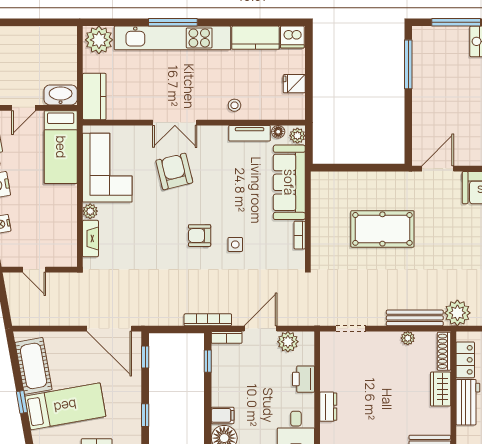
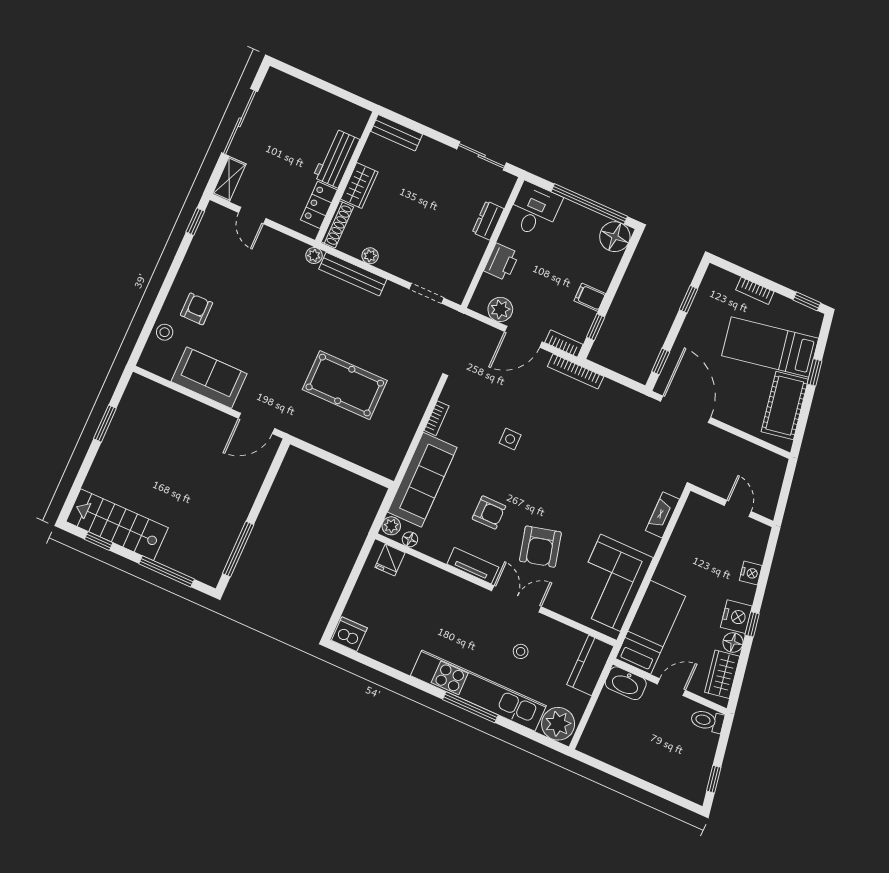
kitchen counter: (256, 38) -> (389, 651), removed
fridge: (294, 84) -> (390, 560), moved, turned 90
stool: (234, 105) -> (521, 651), moved
tv unit: (250, 133) -> (473, 566), moved
plant: (90, 211) -> (650, 544), removed
armchair: (200, 236) -> (489, 512), moved
plant: (457, 313) -> (314, 256), width x0.53, depth x0.53
filing cabinet: (223, 415) -> (590, 297), moved

